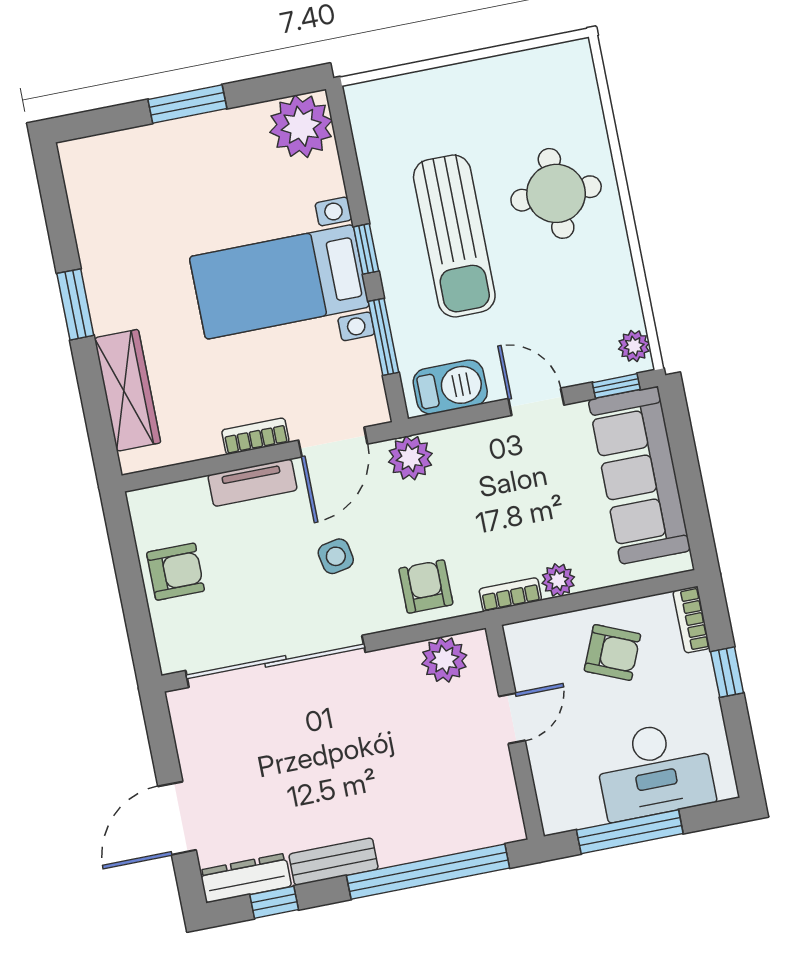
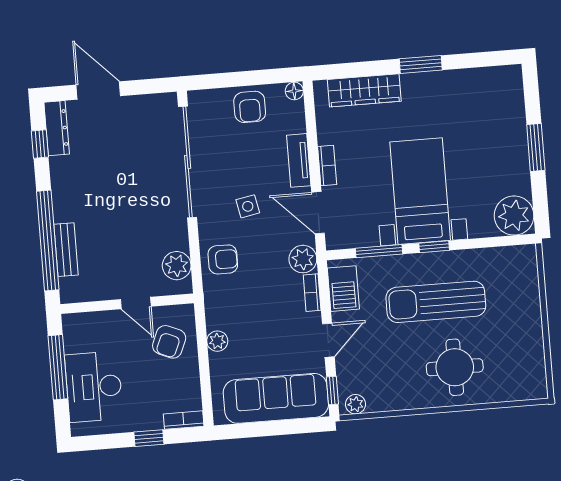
floor lamp: (142, 503) -> (294, 91), added
bookcase: (510, 595) -> (312, 293), moved, turned 180
armchair: (612, 653) -> (169, 342), moved
bench: (334, 862) -> (66, 250), moved

